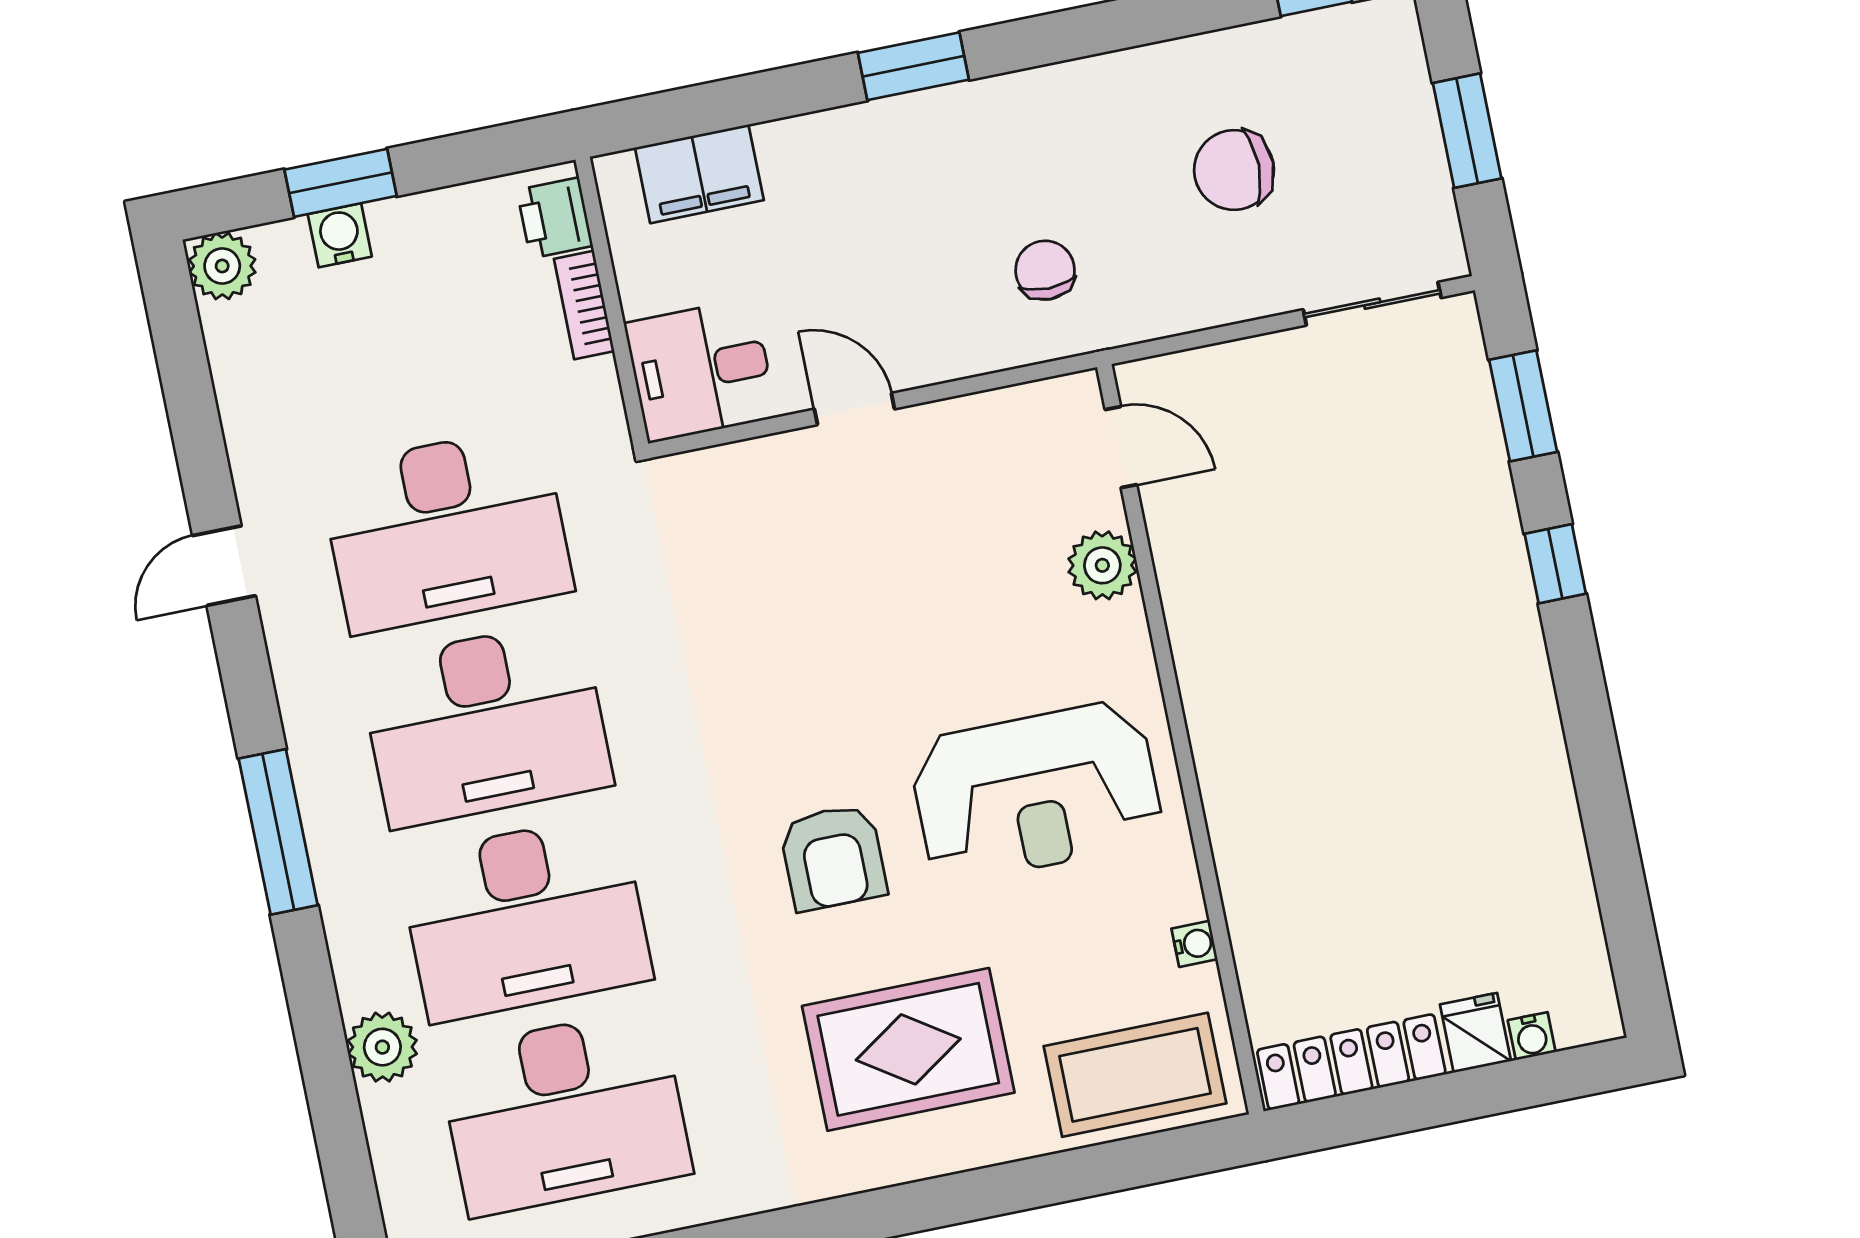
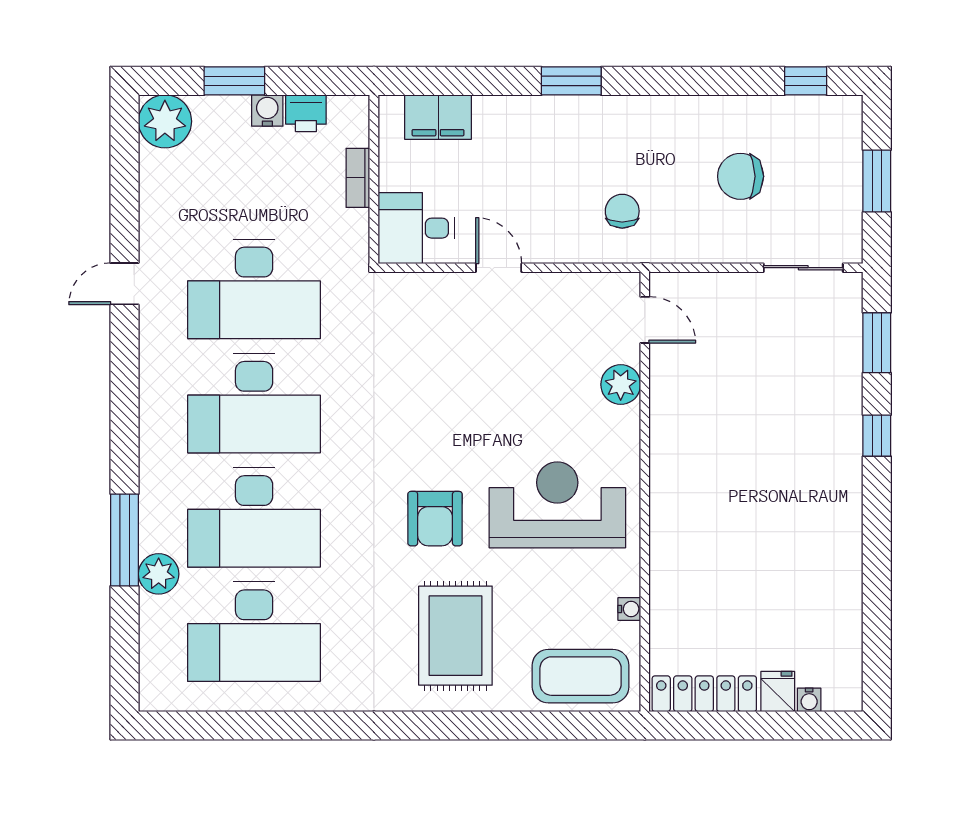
printer: (555, 218) -> (306, 113), moved, turned -90
water cooler: (340, 235) -> (267, 110), moved
plant: (222, 266) -> (165, 121), width x1.36, depth x1.36
reception desk: (1036, 792) -> (557, 505), turned 180
window: (278, 832) -> (125, 540), moved
rug: (908, 1049) -> (455, 636), turned 90

